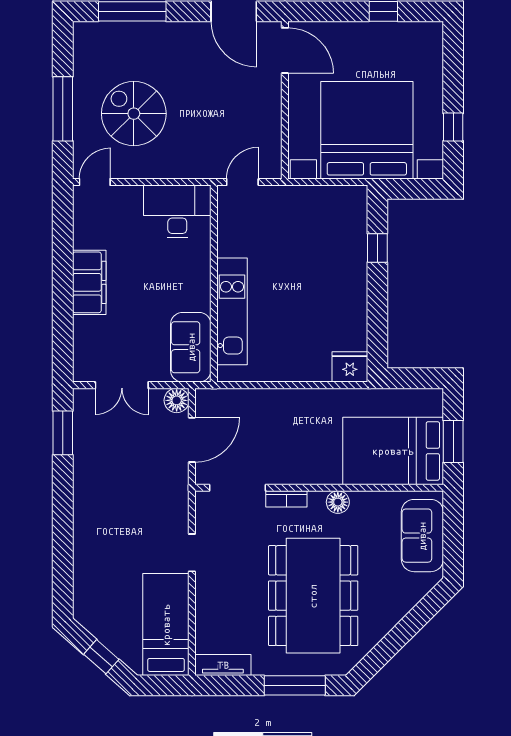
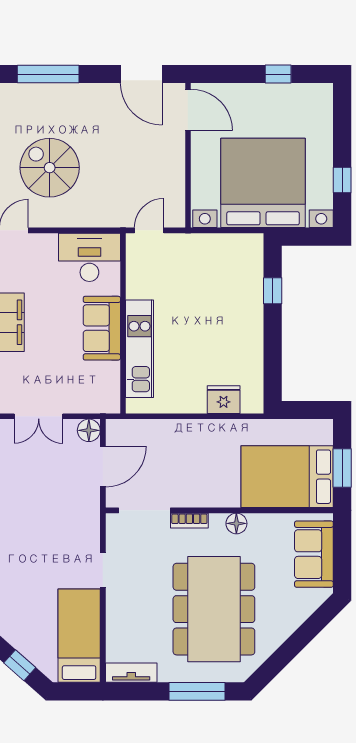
sofa: (191, 347) -> (102, 328), moved
fridge: (350, 367) -> (224, 400), moved

